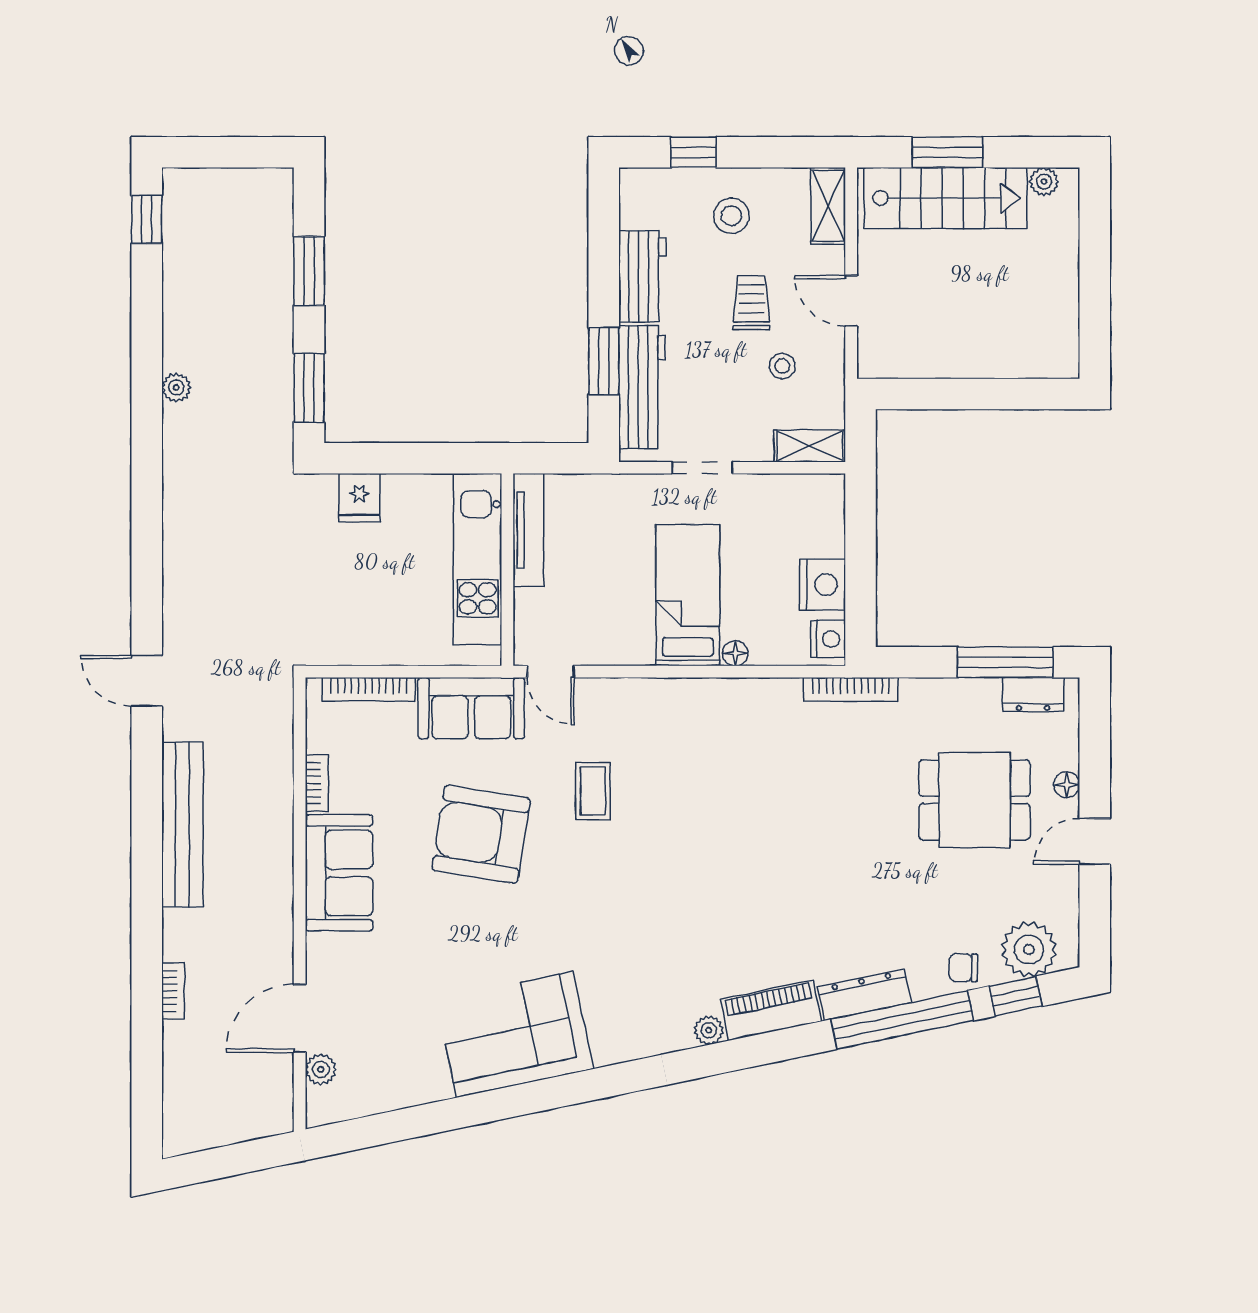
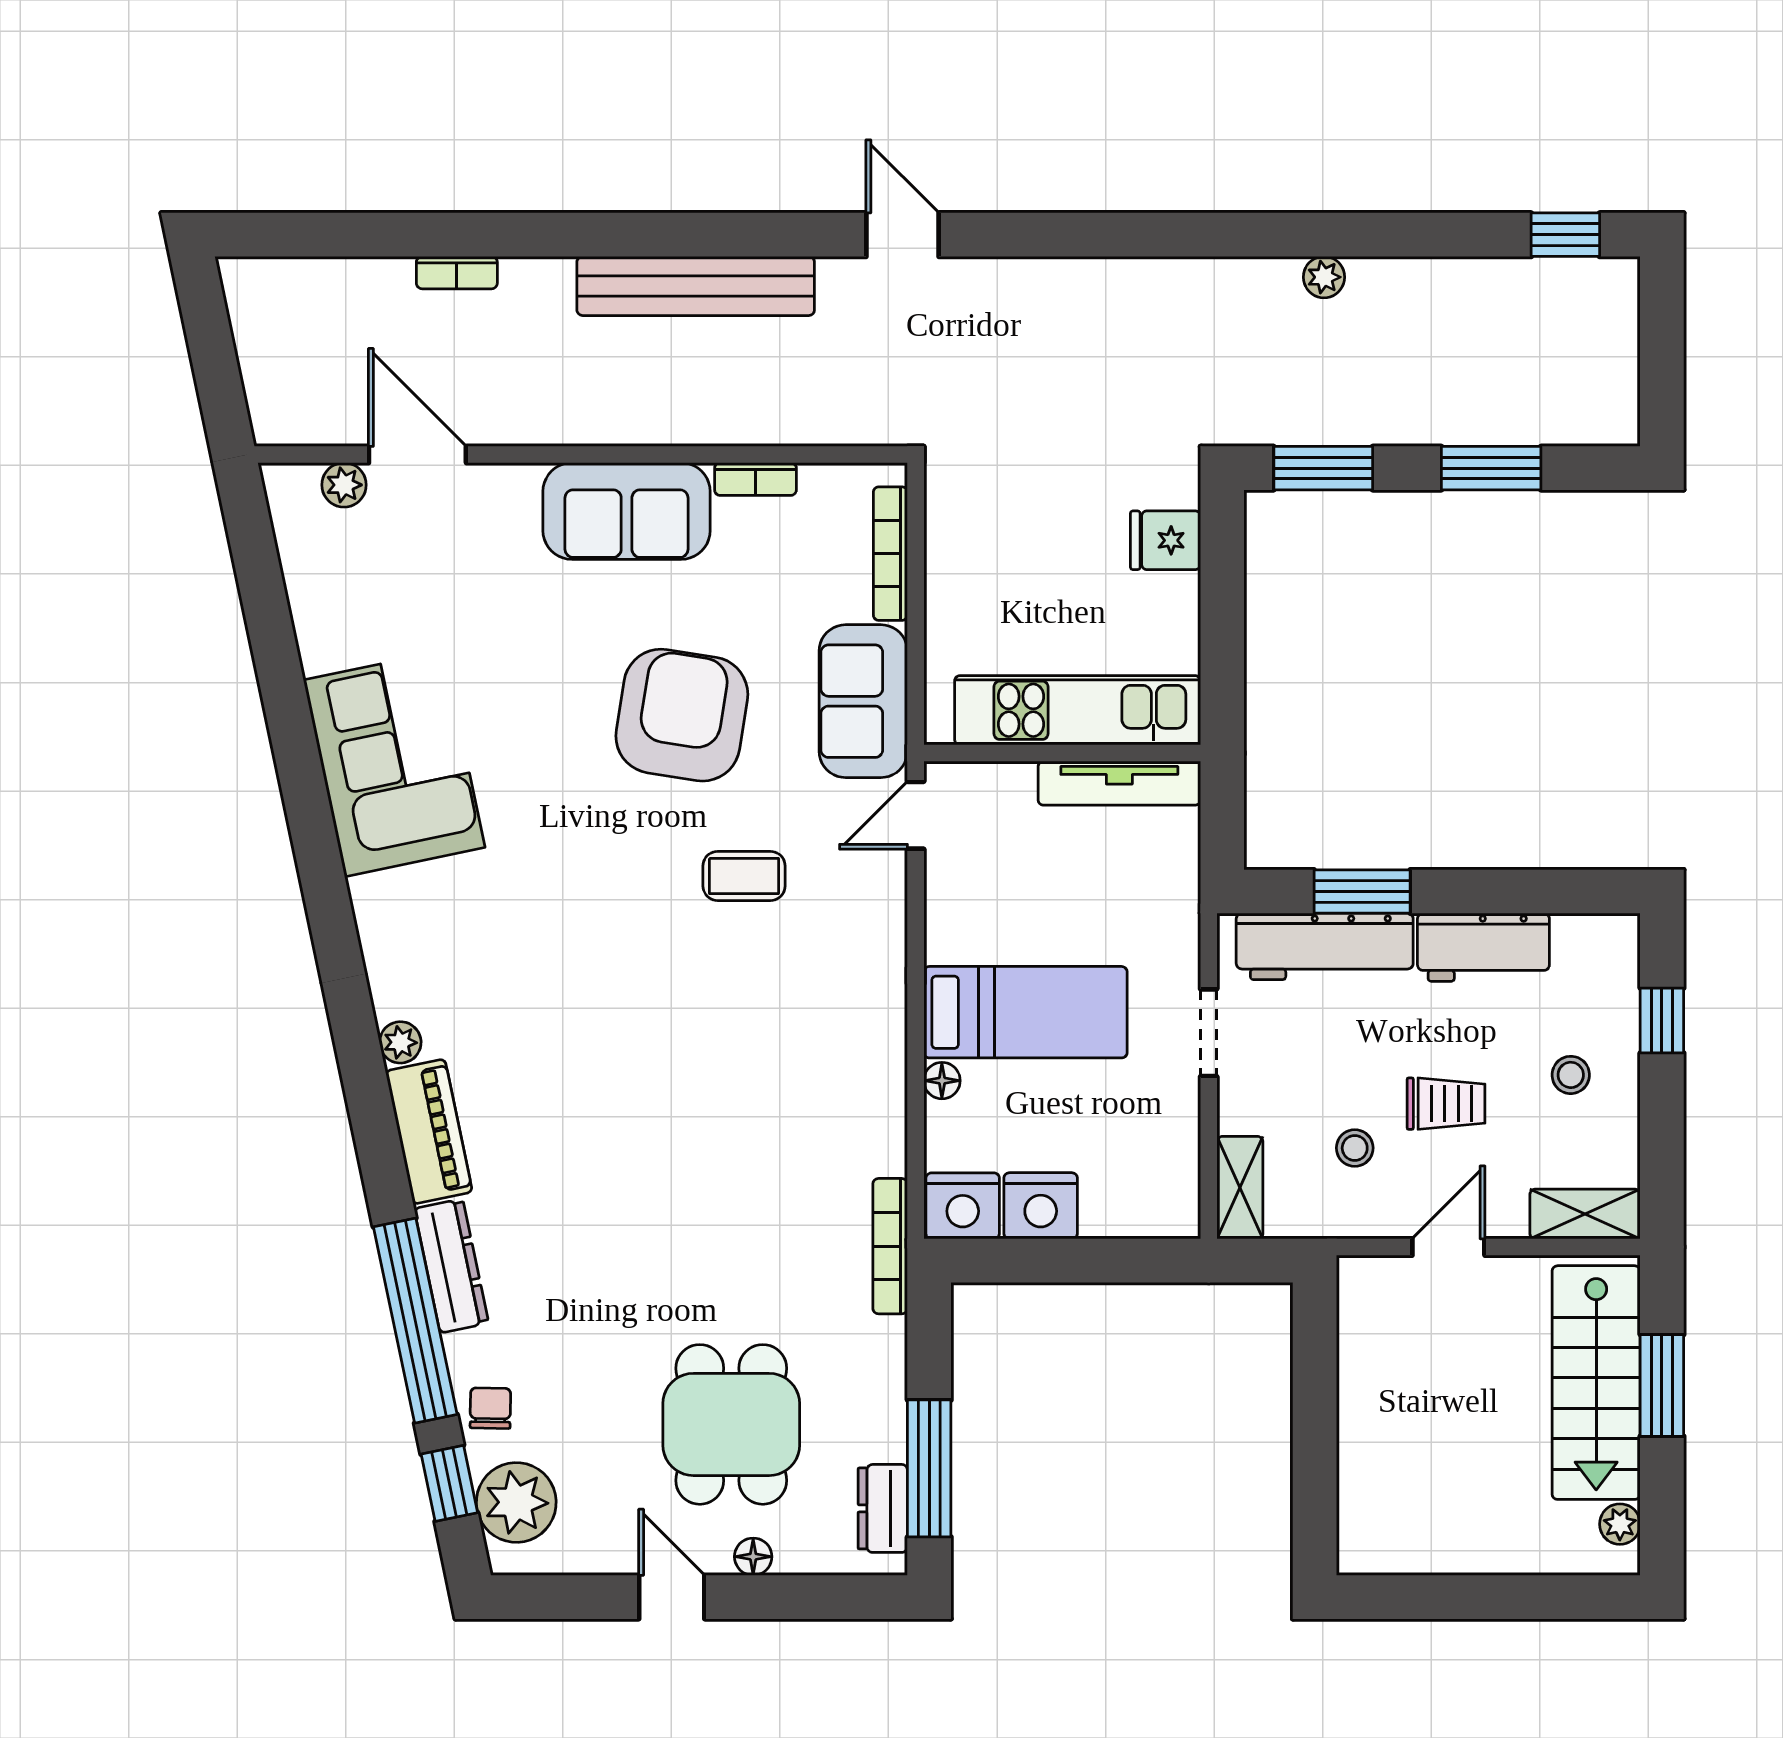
stool: (731, 216) -> (1571, 1075), width x0.73, depth x0.73
nightstand: (828, 639) -> (963, 1206), width x1.36, depth x1.33
door: (147, 681) -> (902, 235), hinge flipped

